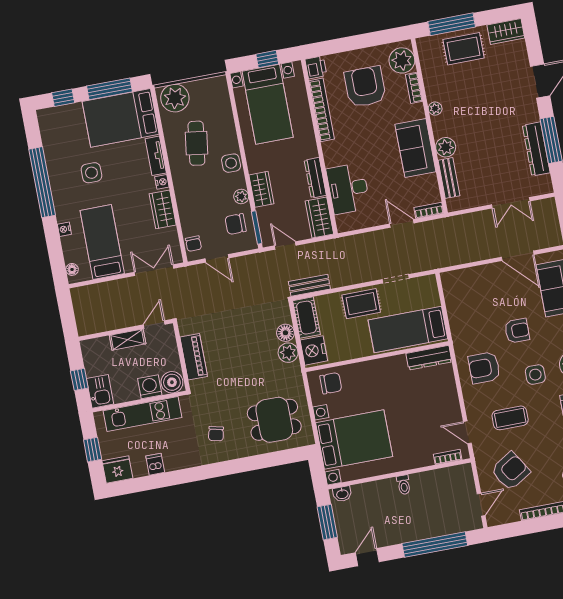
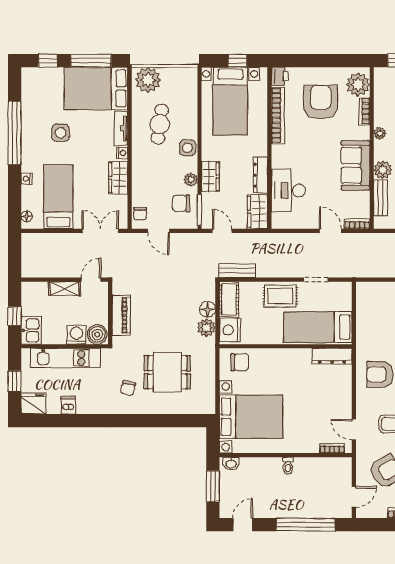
dining table: (274, 420) -> (167, 372), moved

